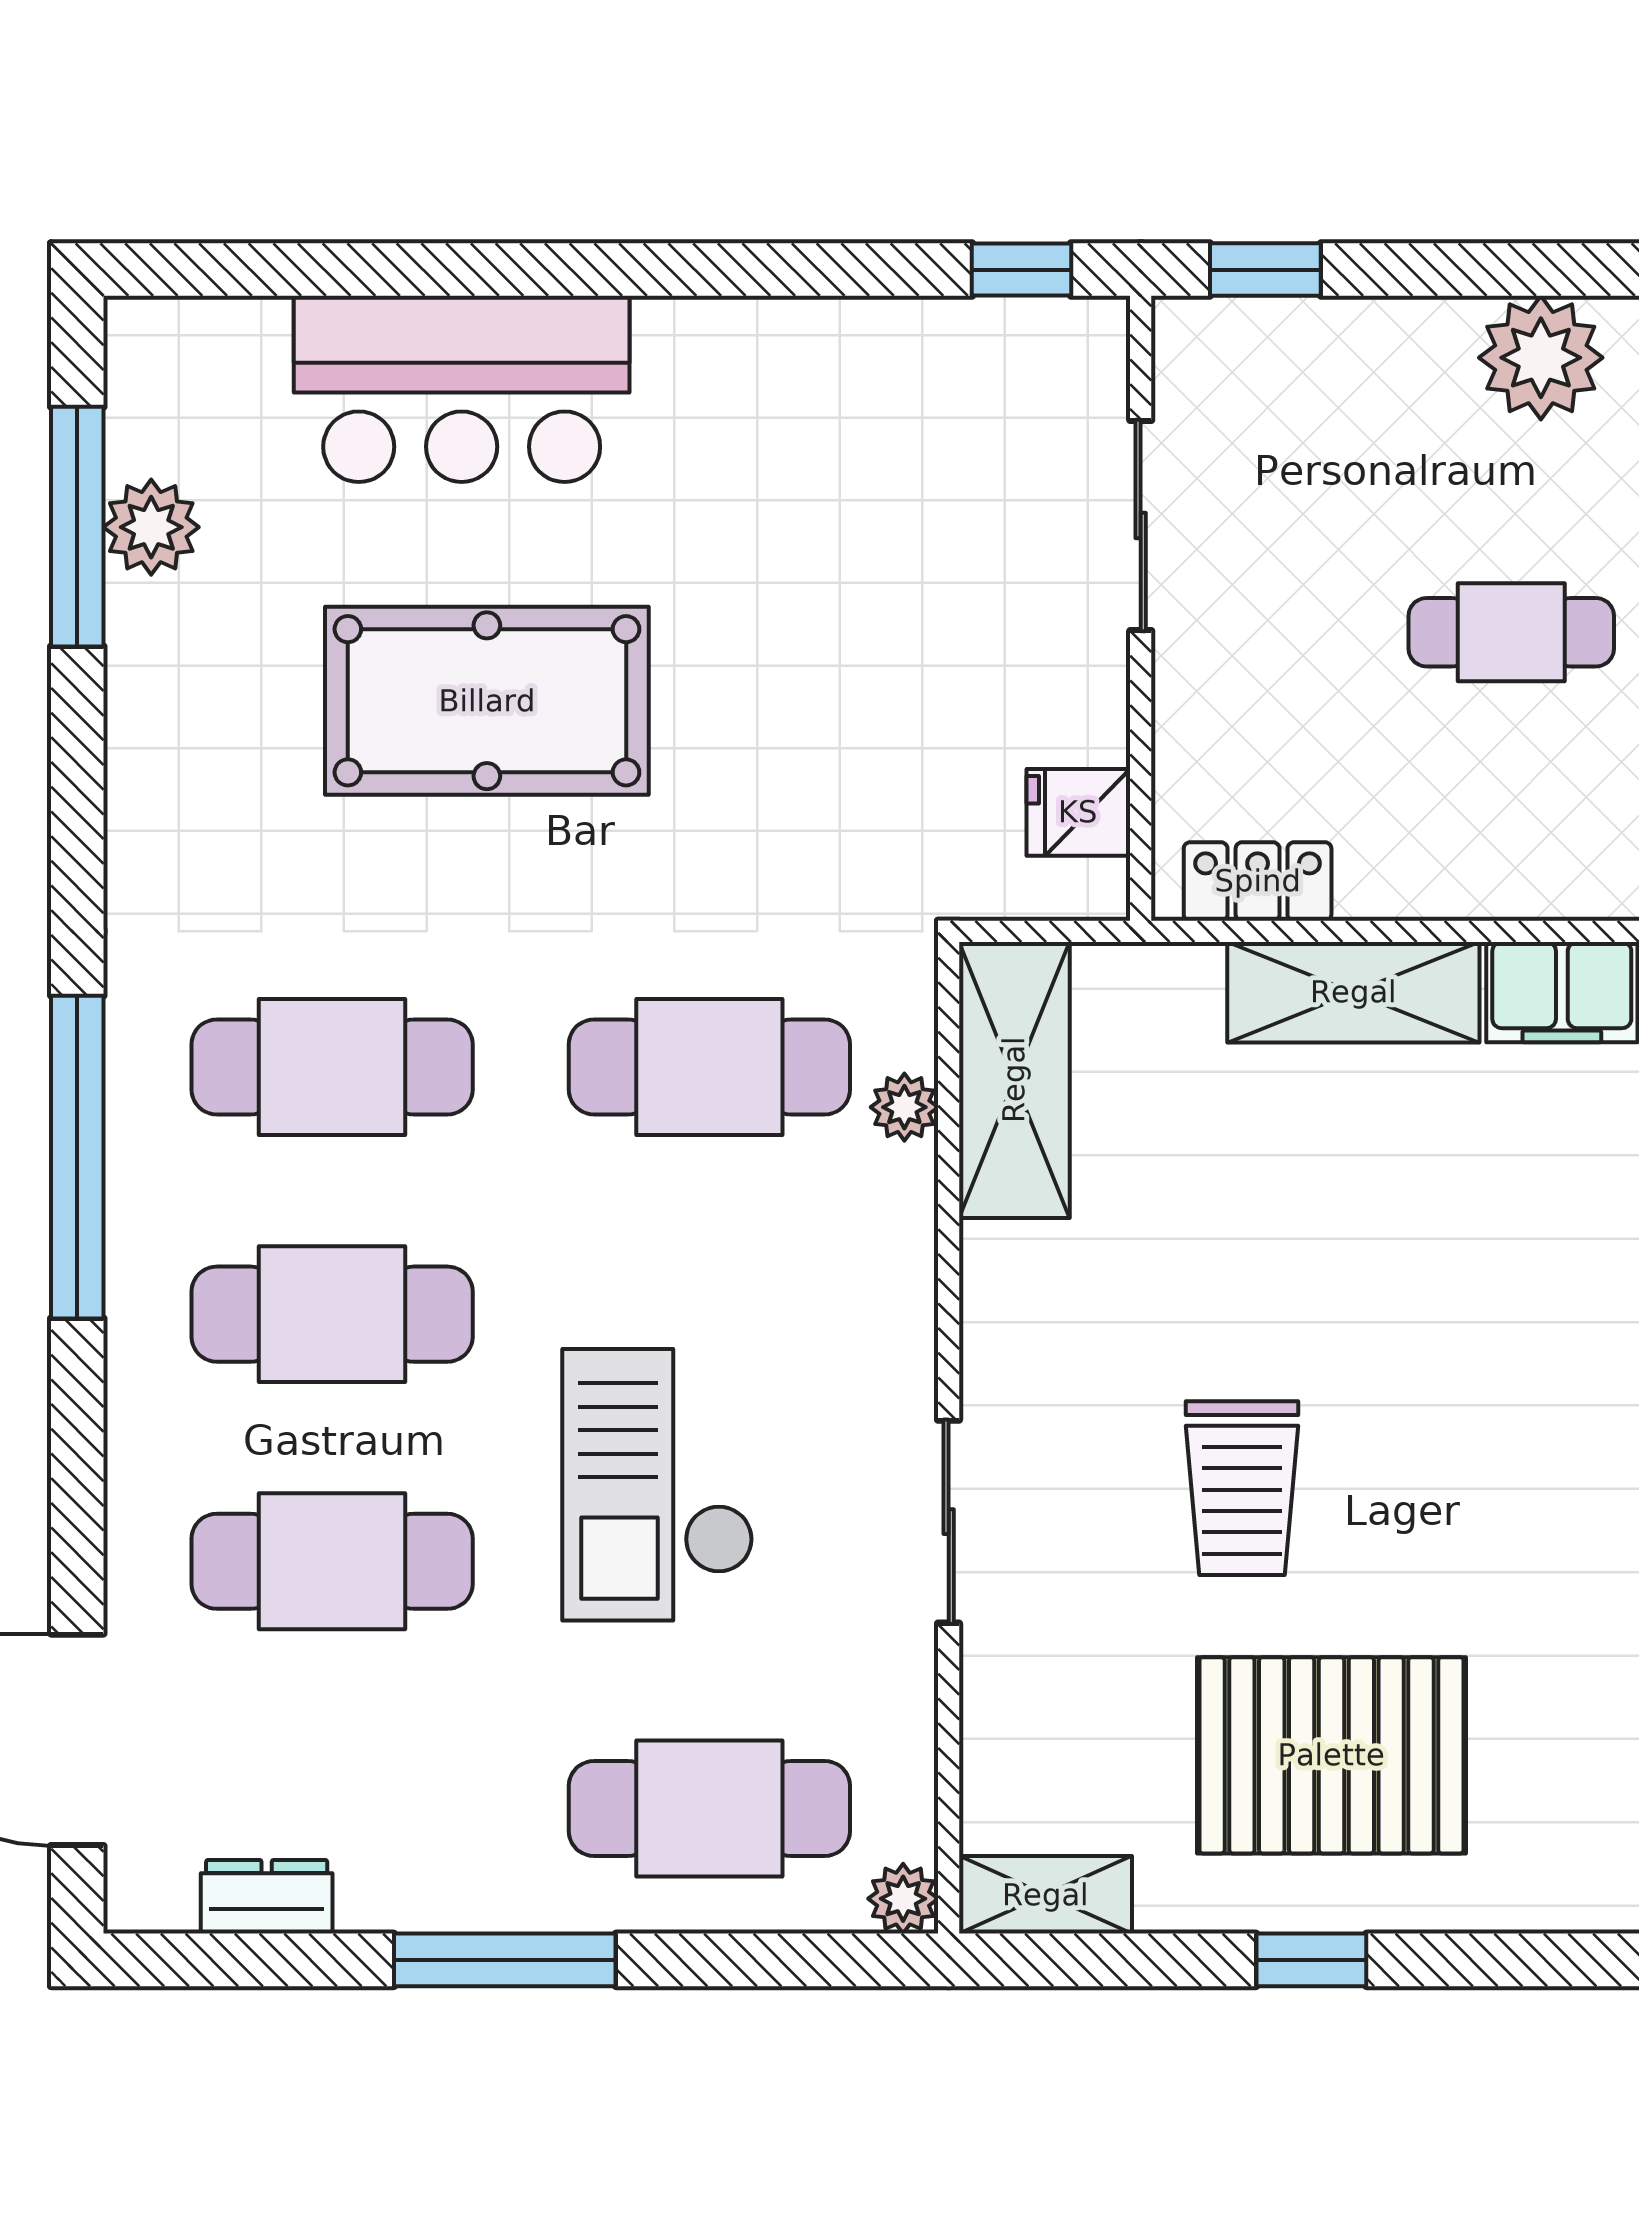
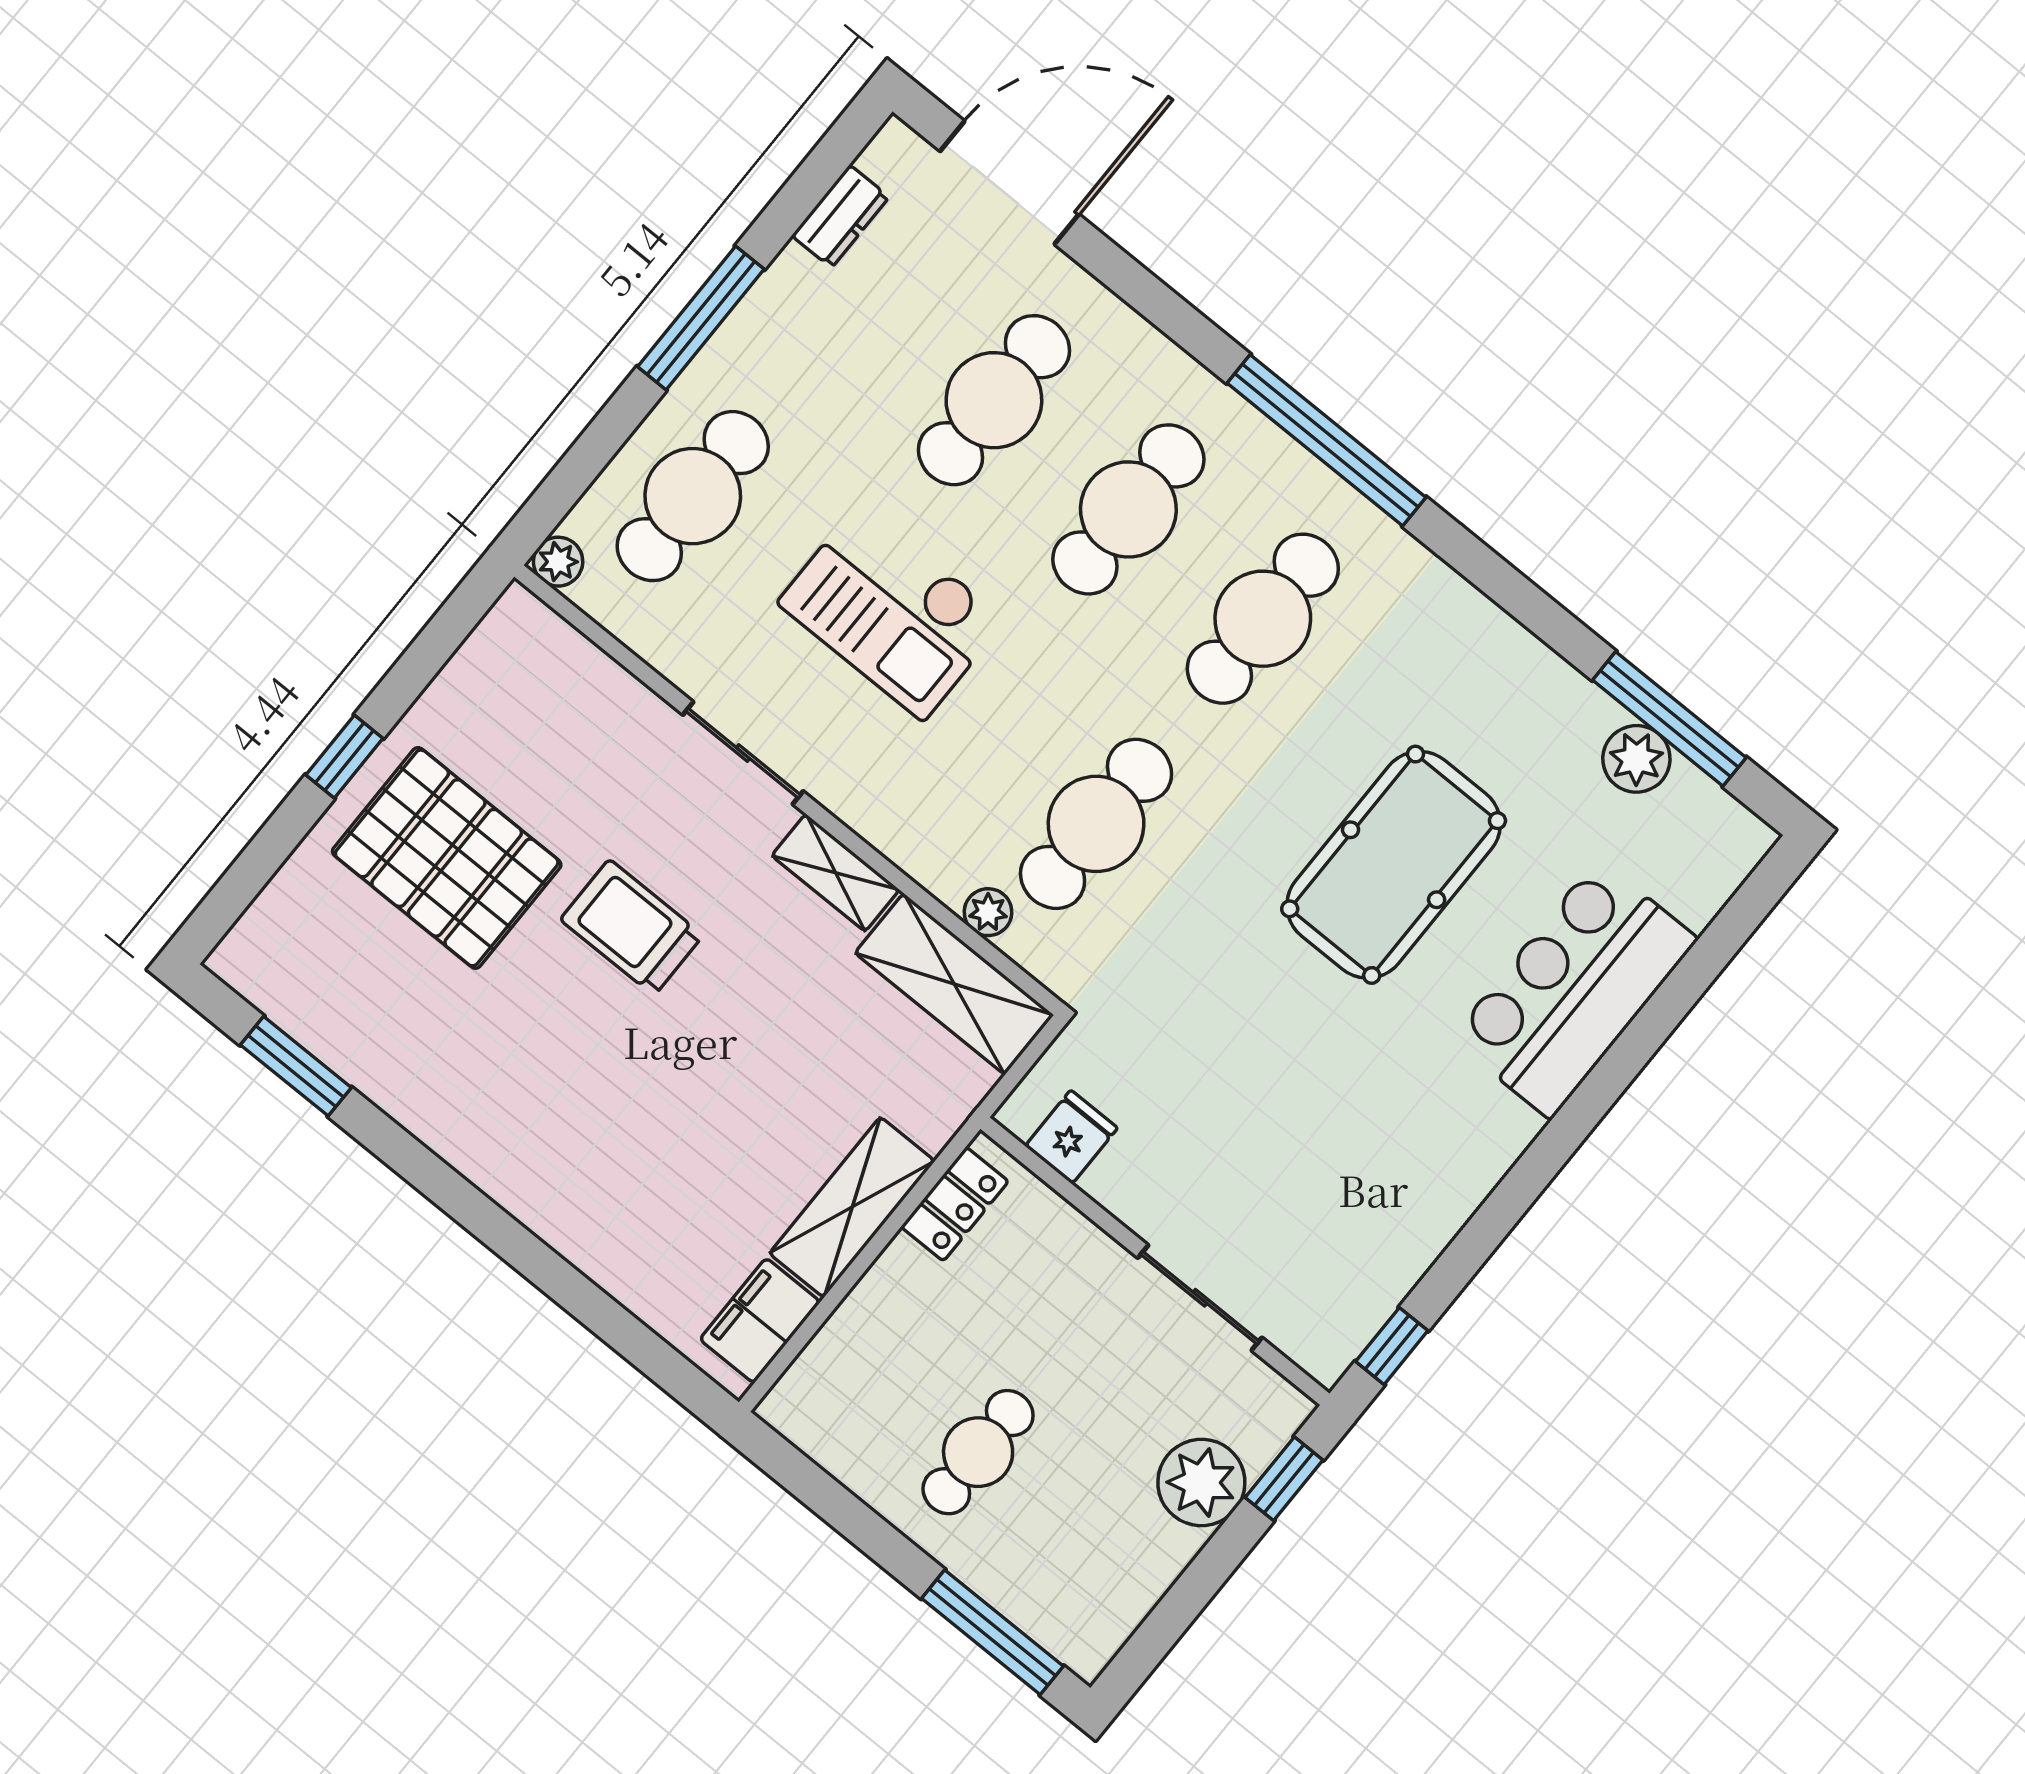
plant: (1541, 358) -> (1201, 1482), moved
checkout: (658, 1485) -> (892, 611), turned 180
pallet: (1331, 1755) -> (447, 858), turned 90
shelving: (1045, 1895) -> (835, 873), moved, turned 90

